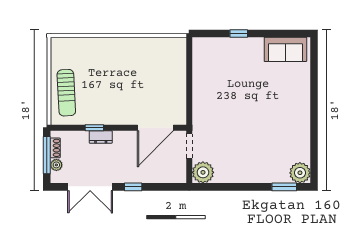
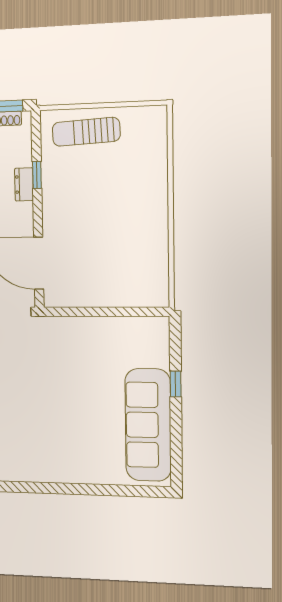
sofa: (285, 49) -> (148, 425), width x1.85, depth x1.27

